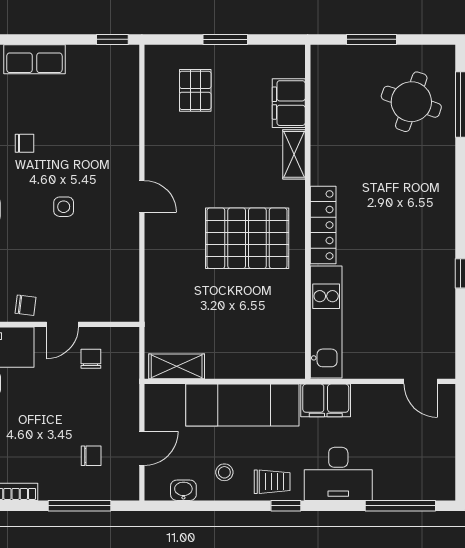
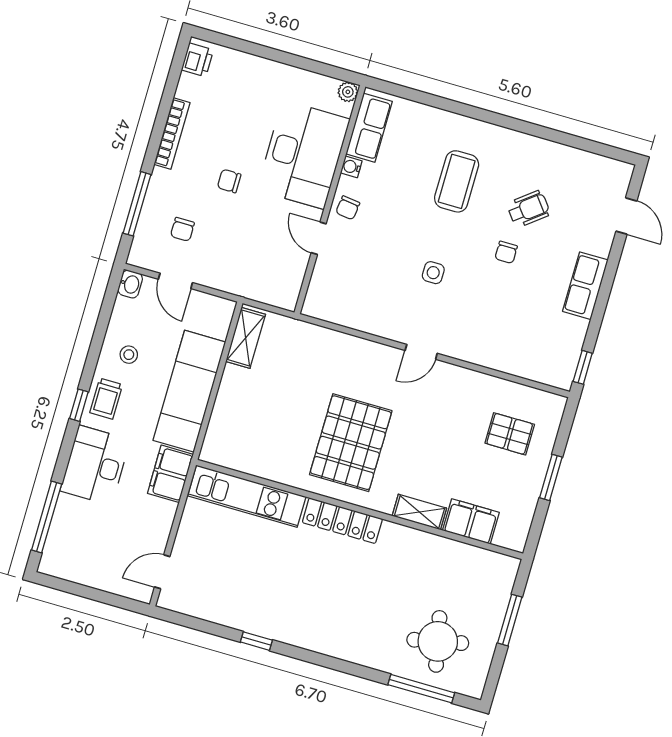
round table: (411, 102) -> (438, 641), turned -31
chair: (91, 359) -> (229, 181), moved, turned 180
washbasin: (183, 490) -> (130, 284), moved

